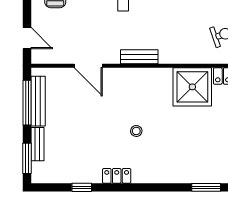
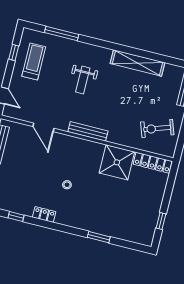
bench: (139, 57) -> (88, 131), width x1.36
window: (206, 187) -> (99, 237), moved

